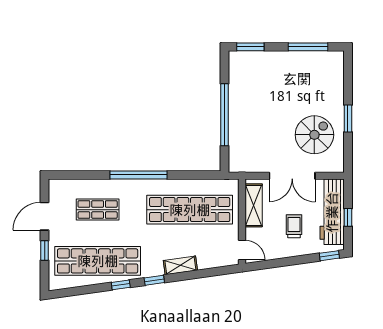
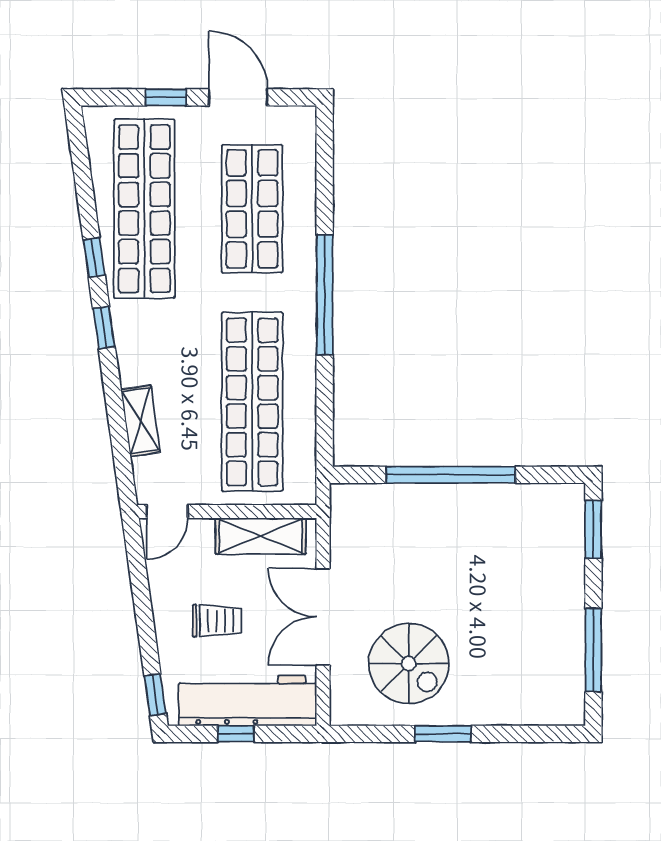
shop shelf: (98, 210) -> (252, 209), width x1.43, depth x1.36
shelving: (180, 265) -> (140, 421), moved

